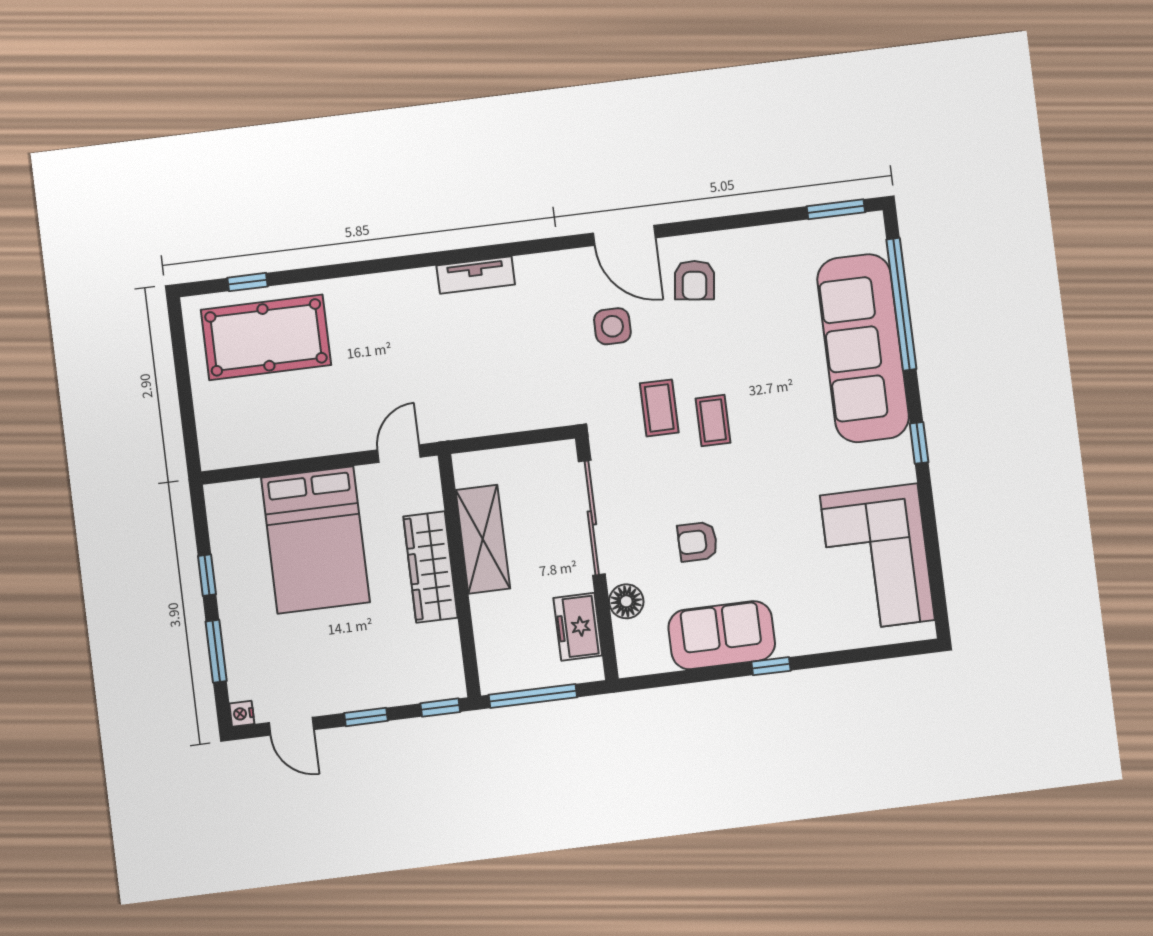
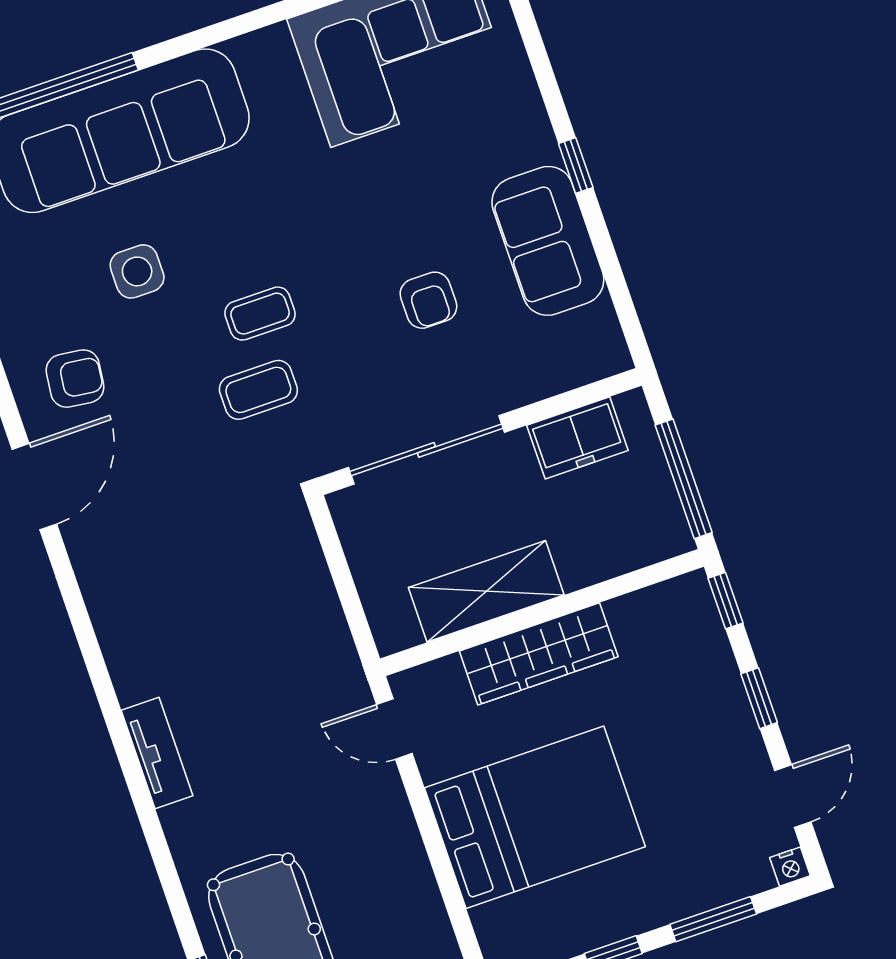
tv unit: (476, 275) -> (157, 753), moved
side table: (612, 326) -> (137, 271), moved
window: (919, 443) -> (231, 28), removed
floor lamp: (626, 601) -> (529, 380), removed

